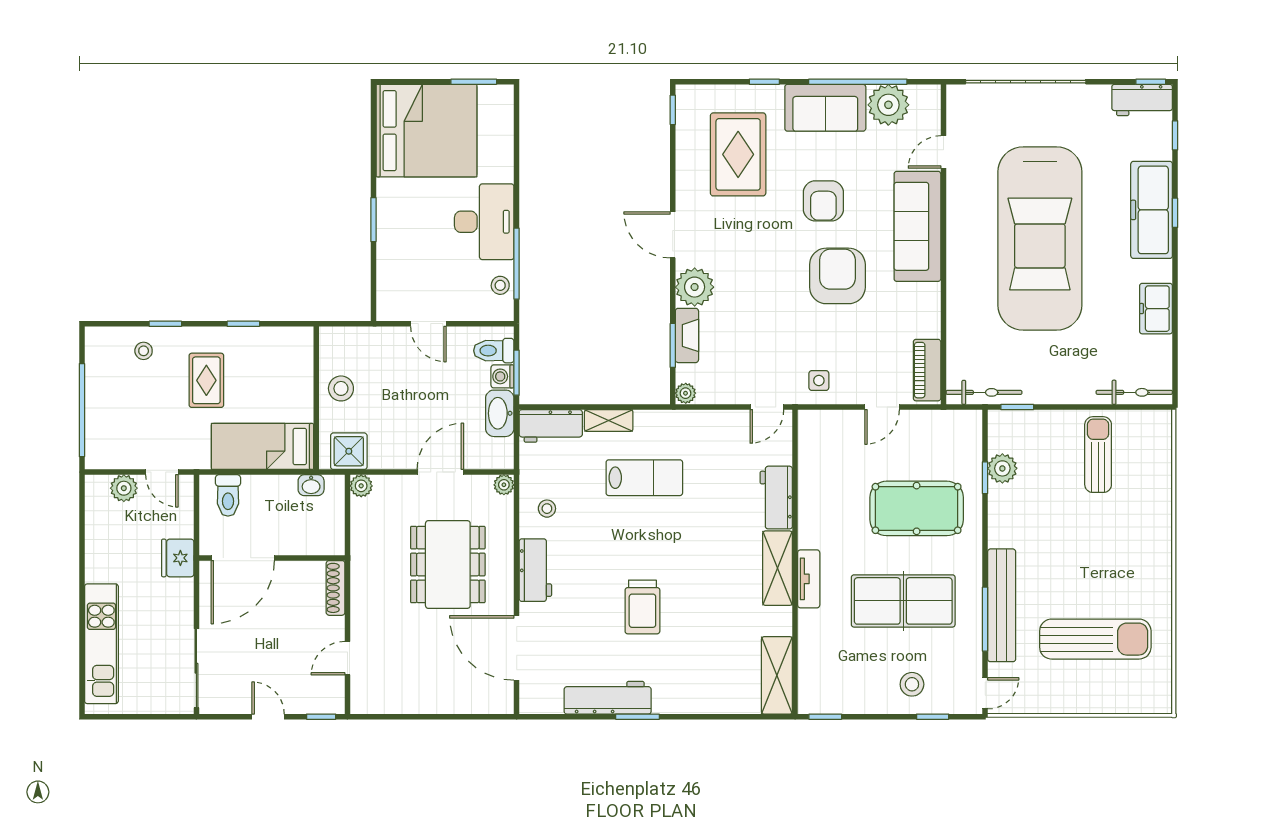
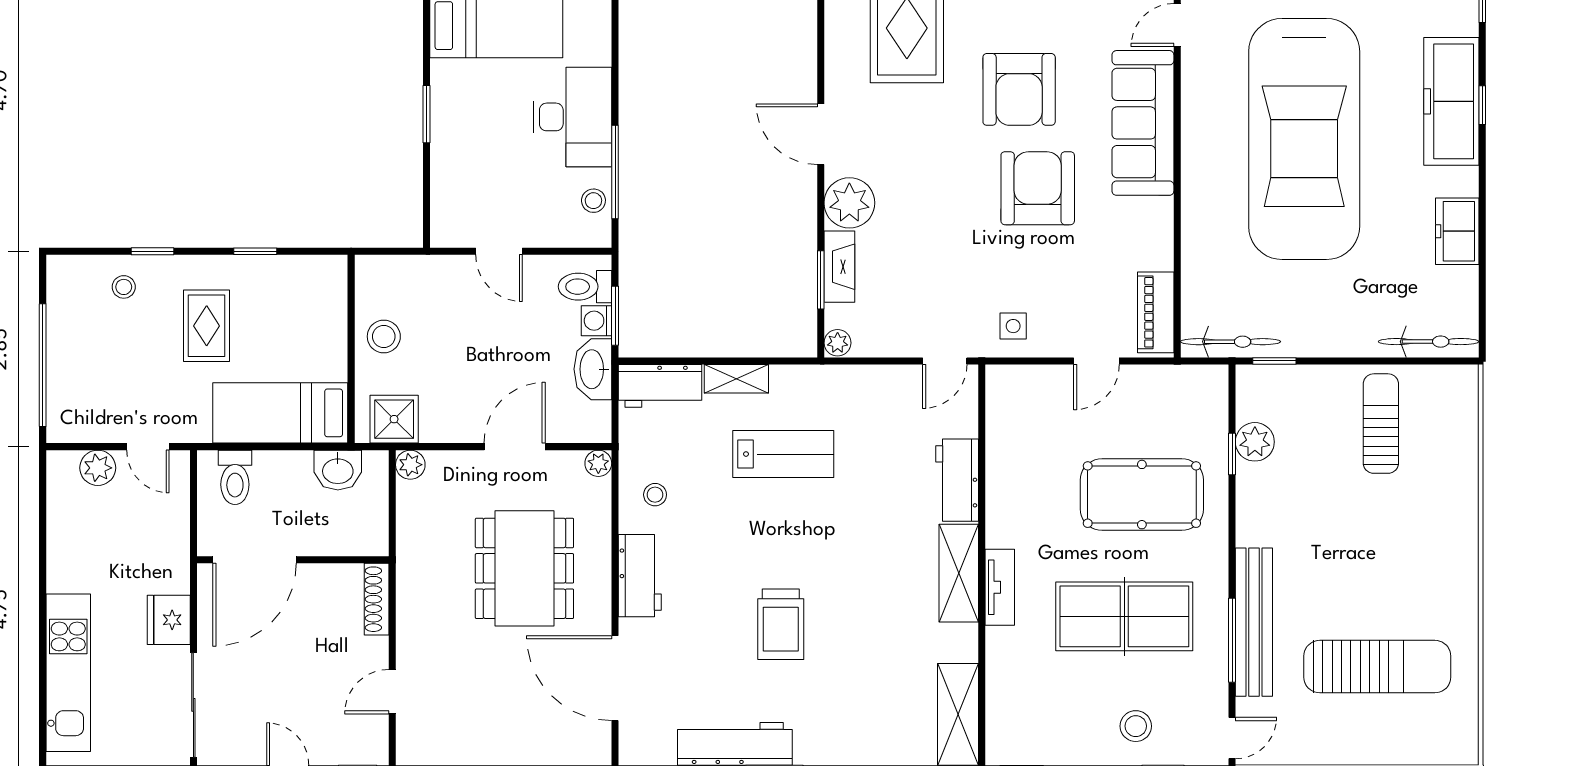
armchair: (823, 201) -> (1019, 89), width x1.36, depth x1.36
washbasin: (311, 485) -> (338, 470), width x1.38, depth x1.45
fridge: (178, 558) -> (169, 620), moved

